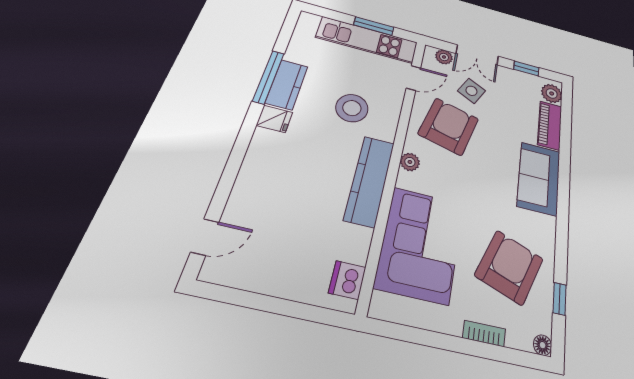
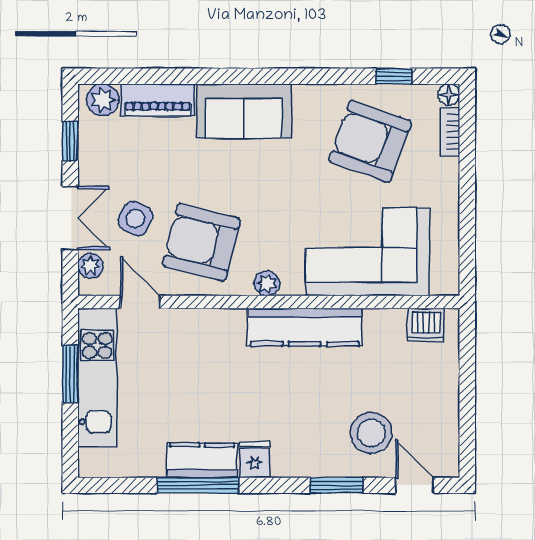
stool: (352, 108) -> (371, 433), moved
window: (230, 173) -> (337, 485), added
bookcase: (484, 333) -> (450, 132), moved

